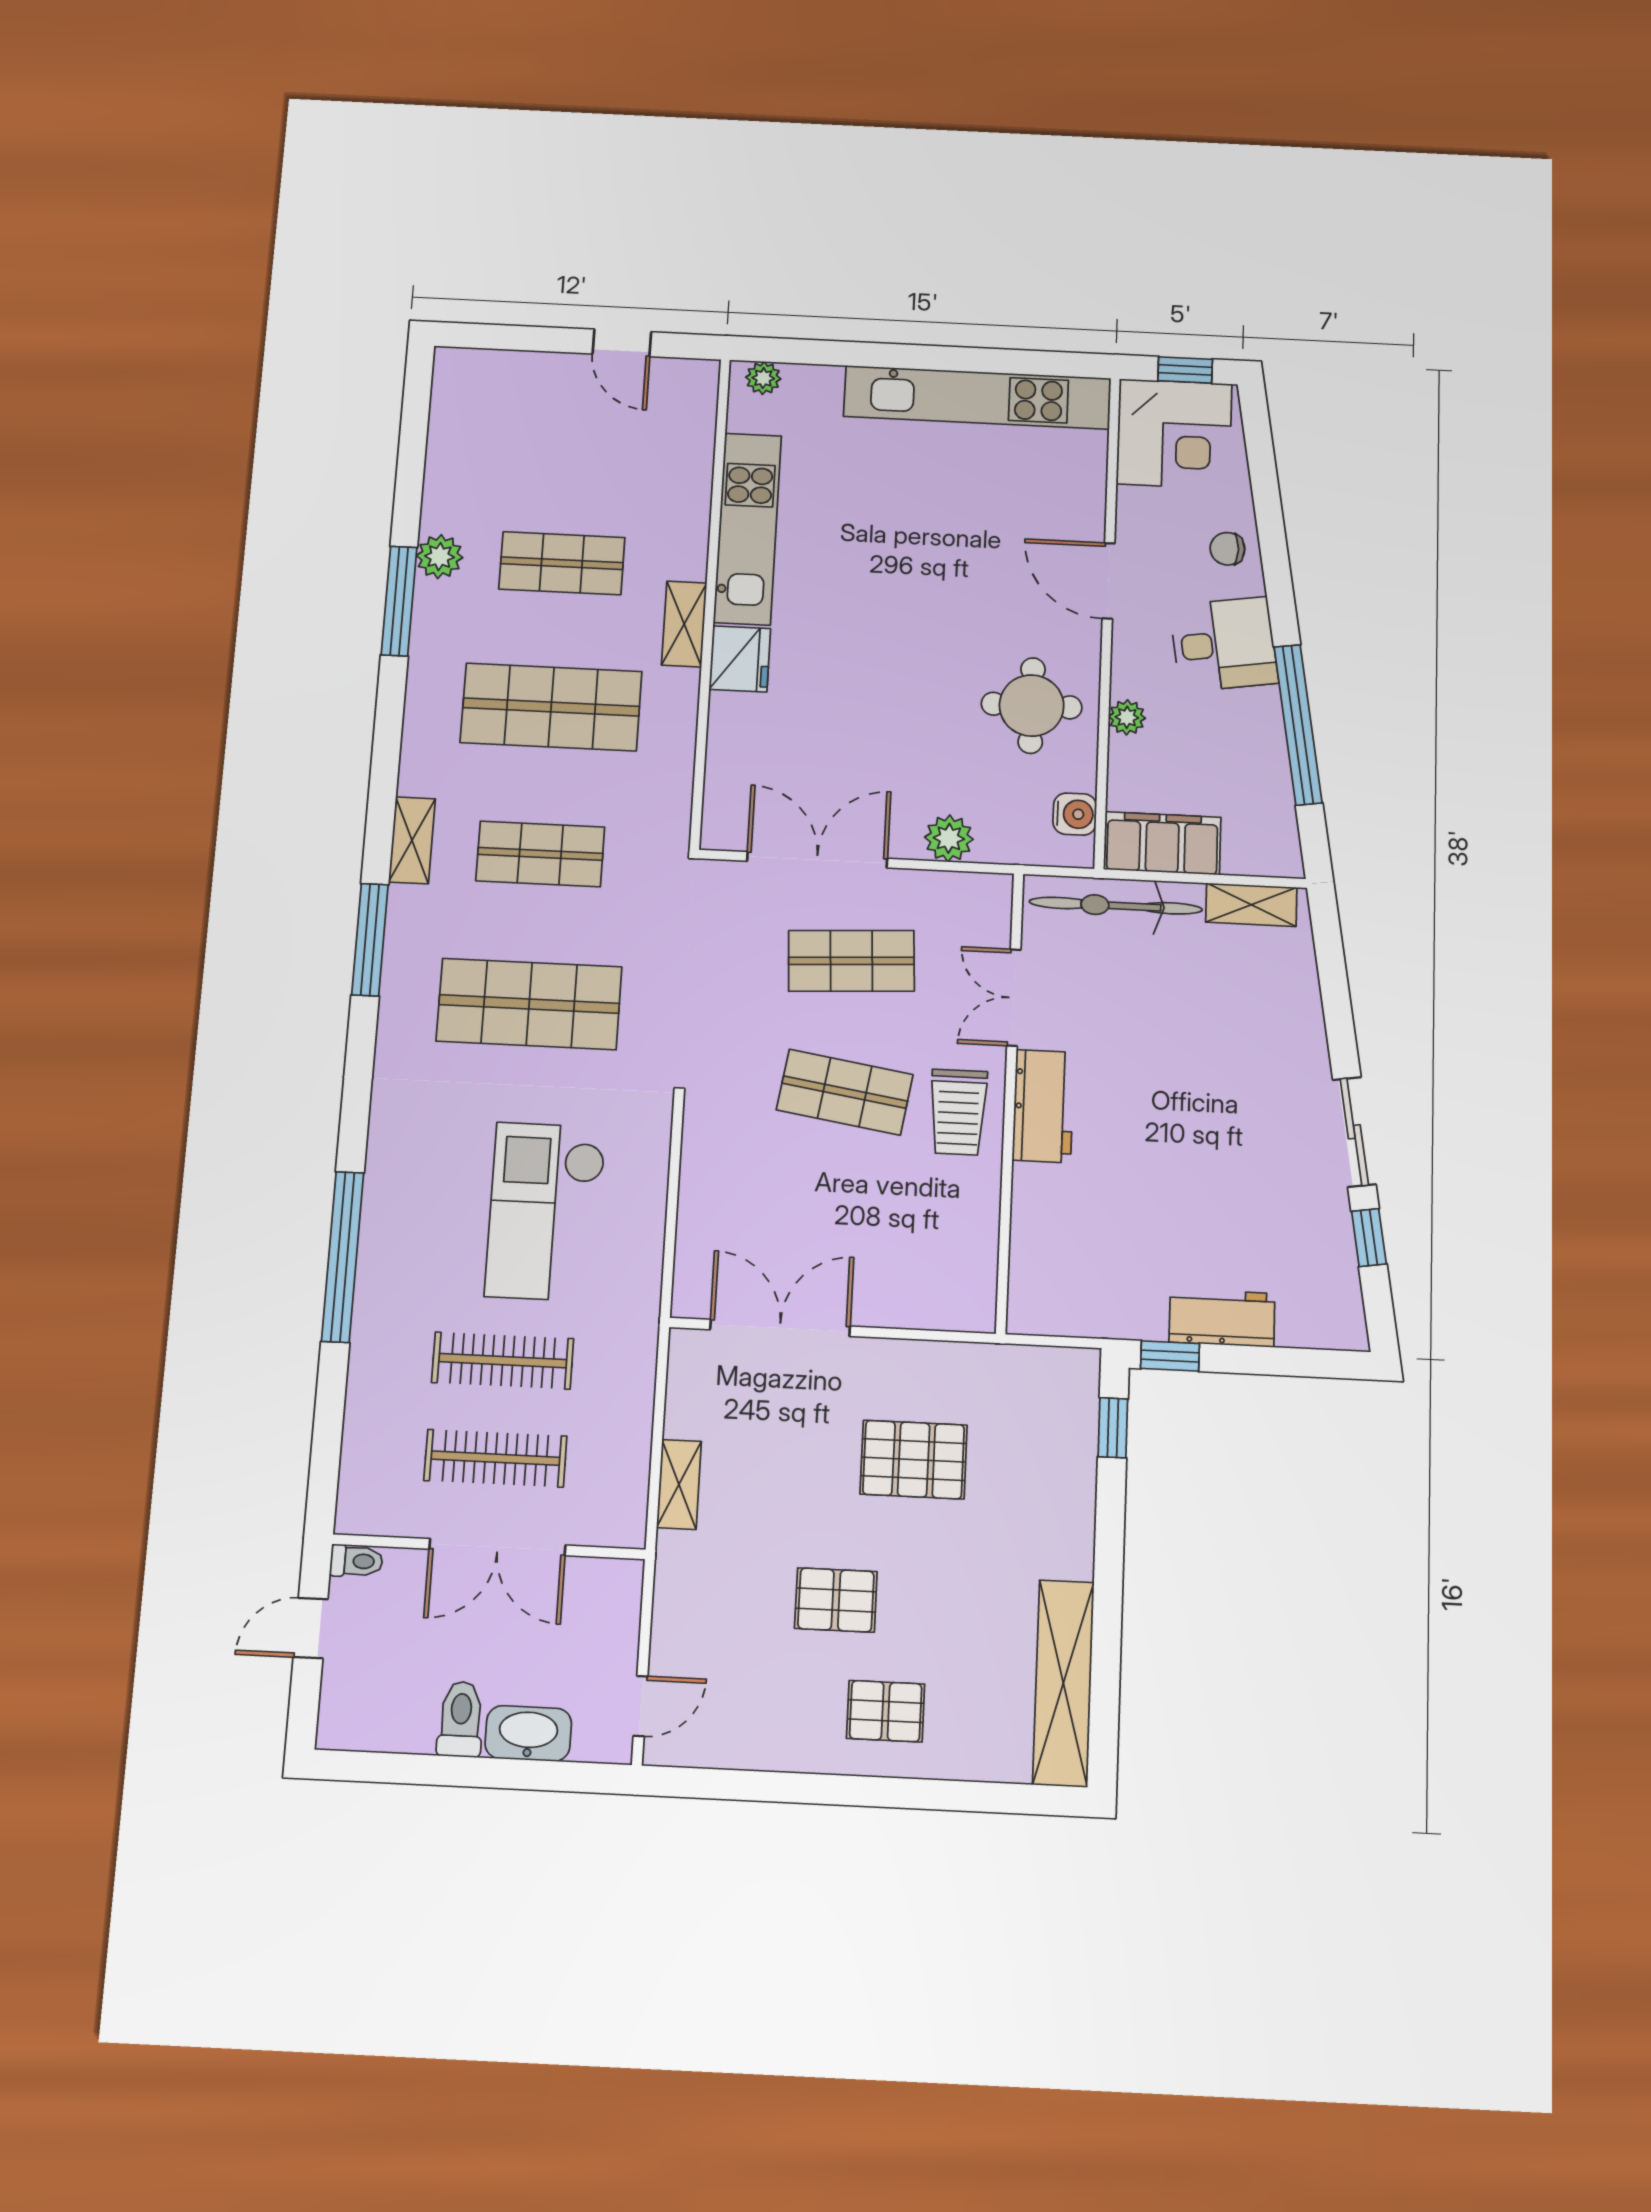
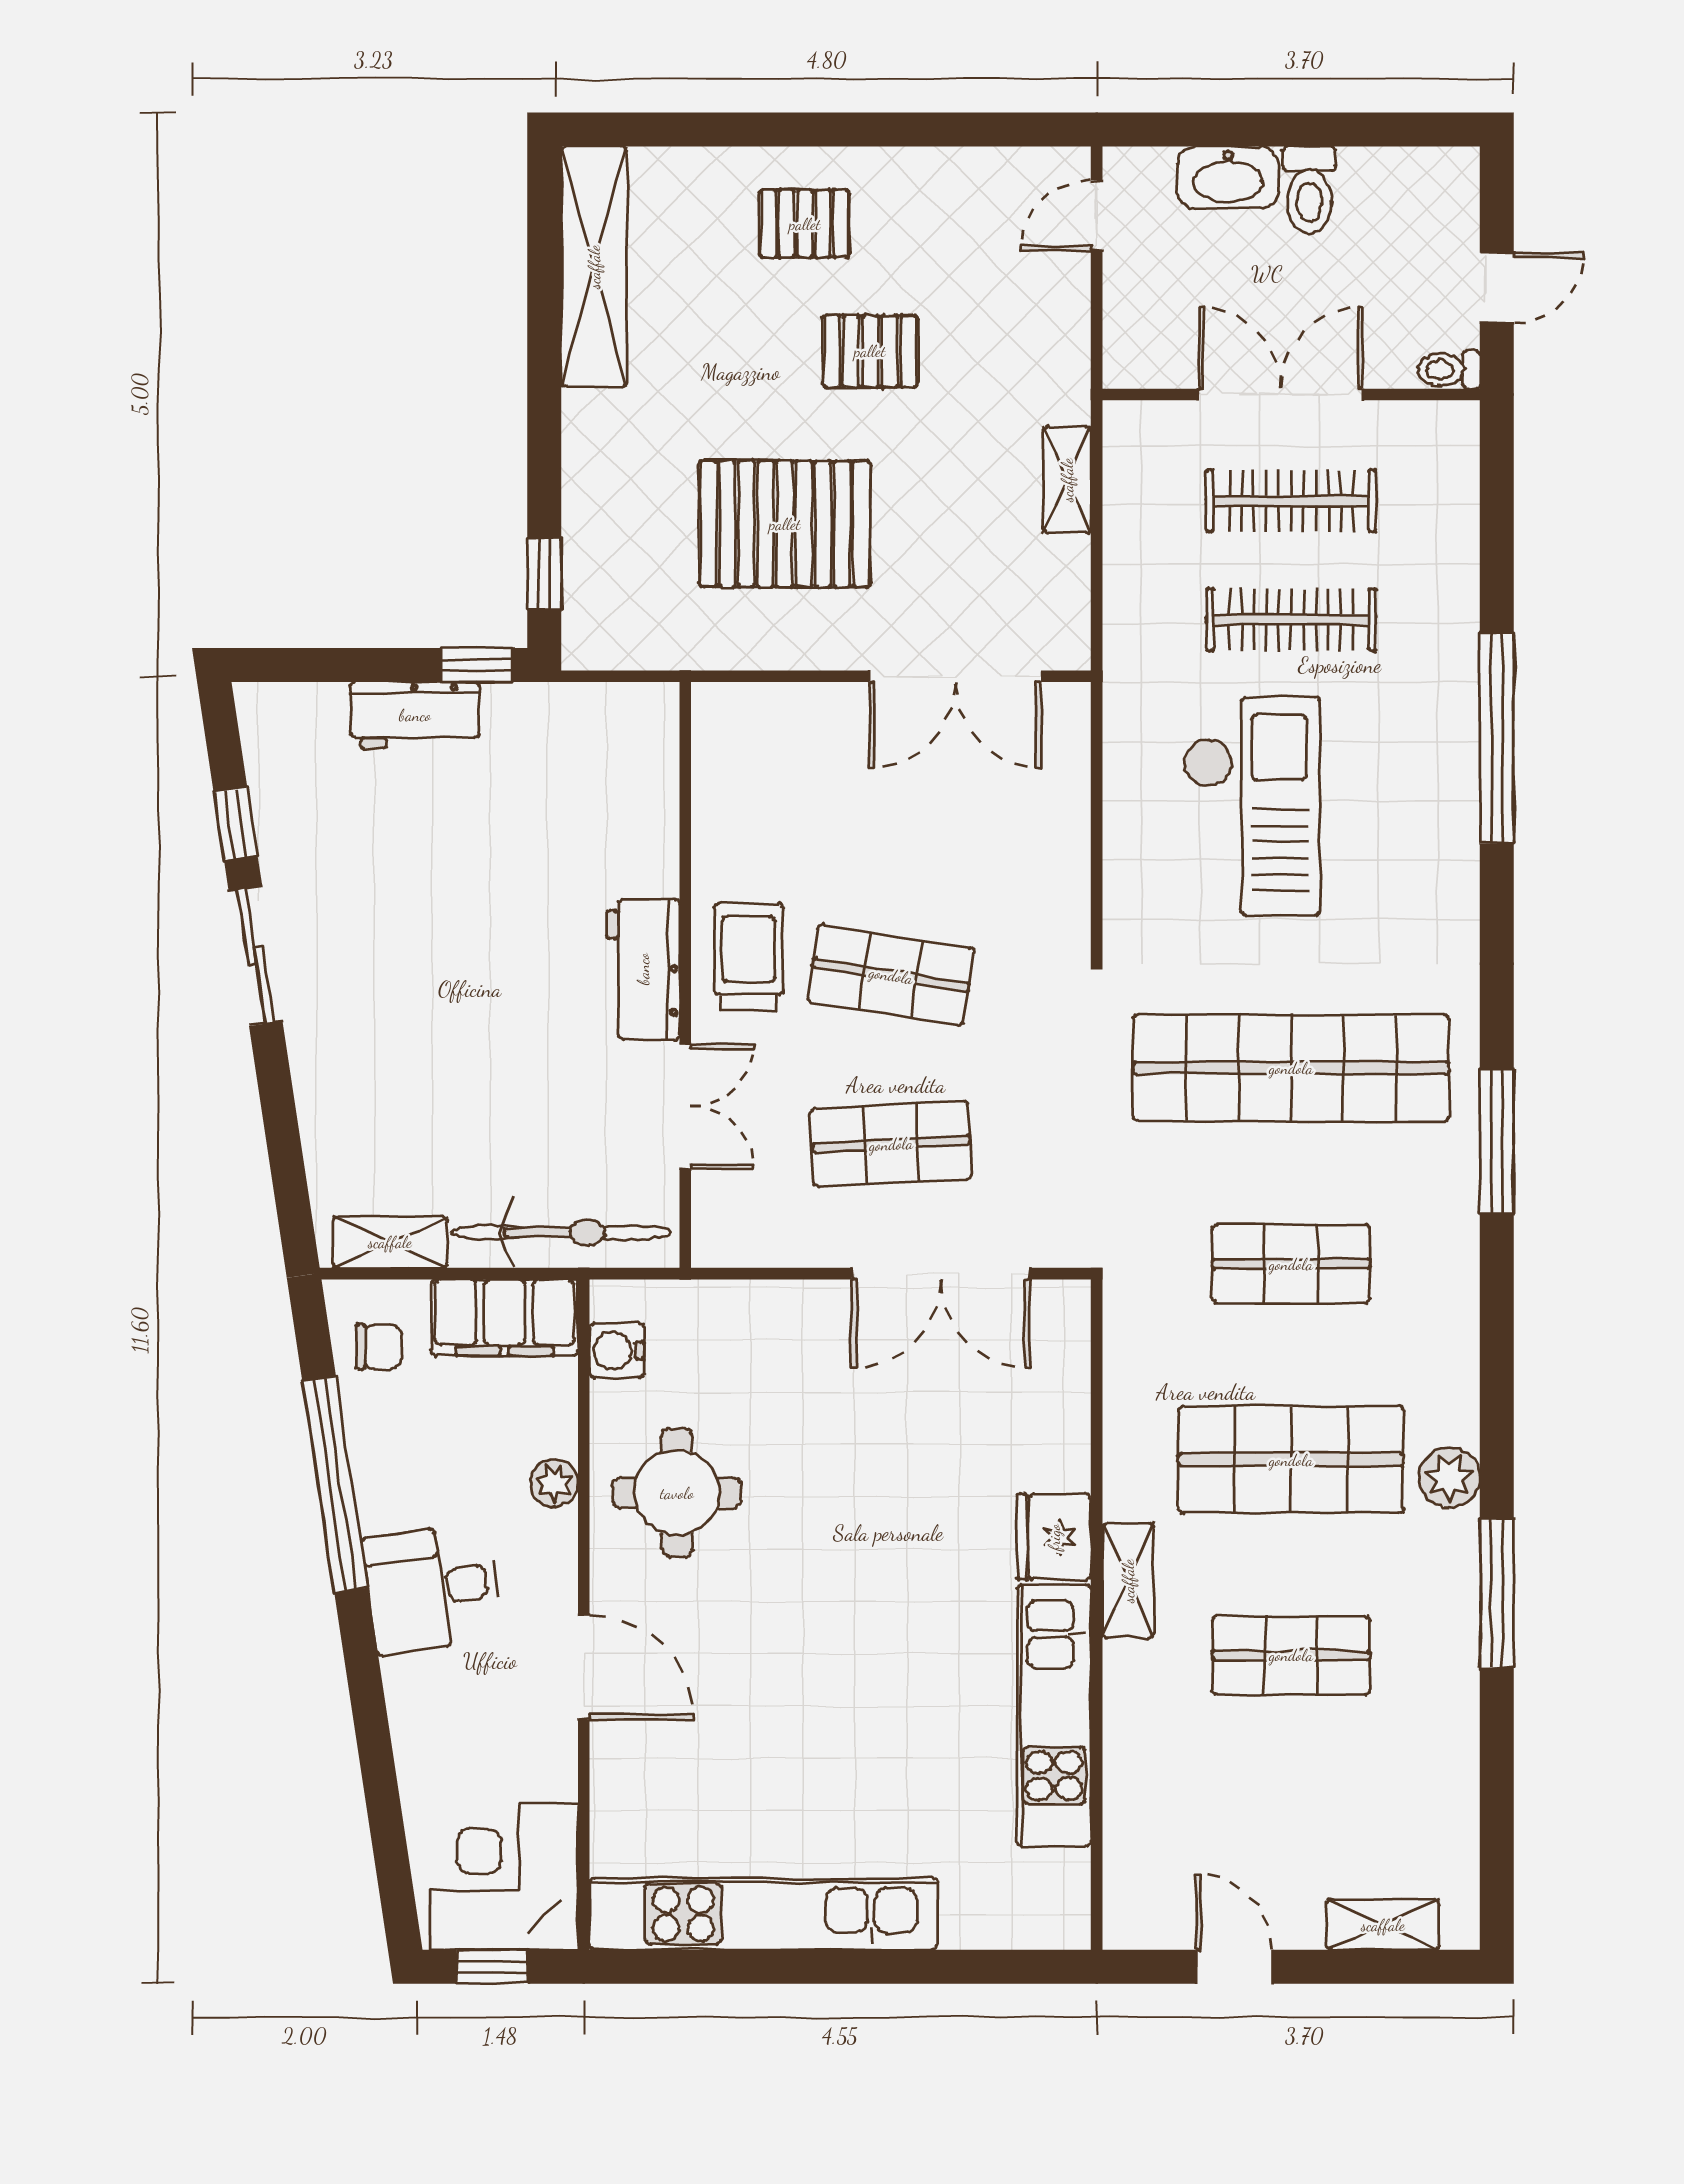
plant: (763, 378) -> (1045, 1927), removed
chair: (1227, 549) -> (378, 1347), moved
plant: (440, 557) -> (1450, 1478), moved
plant: (949, 838) -> (775, 1310), removed
shelving: (412, 840) -> (1383, 1925), moved, turned 90
shop shelf: (529, 1004) -> (1291, 1068), width x1.40
pallet: (914, 1460) -> (785, 524), width x1.37, depth x1.41

